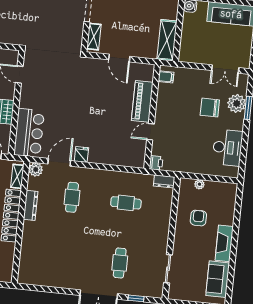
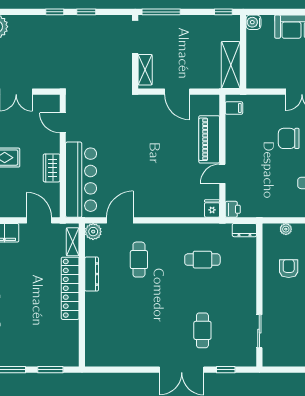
bar counter: (29, 133) -> (81, 180), width x1.36
fridge: (81, 154) -> (212, 209), moved

